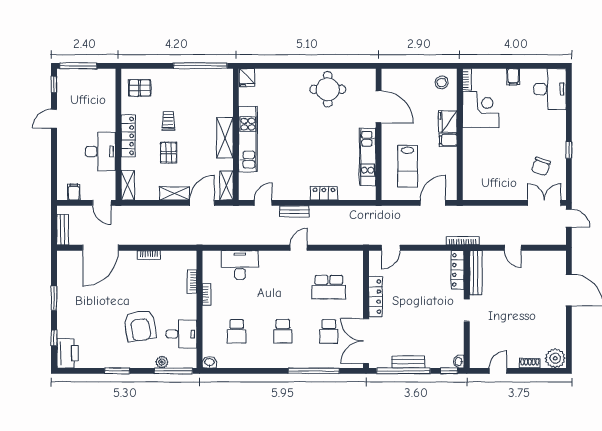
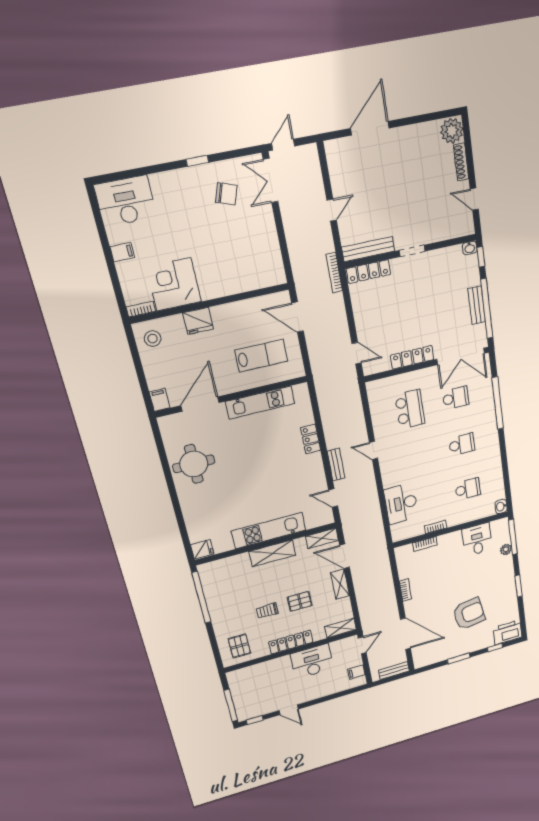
filing cabinet: (448, 140) -> (160, 400), moved, turned 180
armchair: (140, 326) -> (469, 614), moved
shoe rack: (530, 363) -> (461, 162), width x1.43

